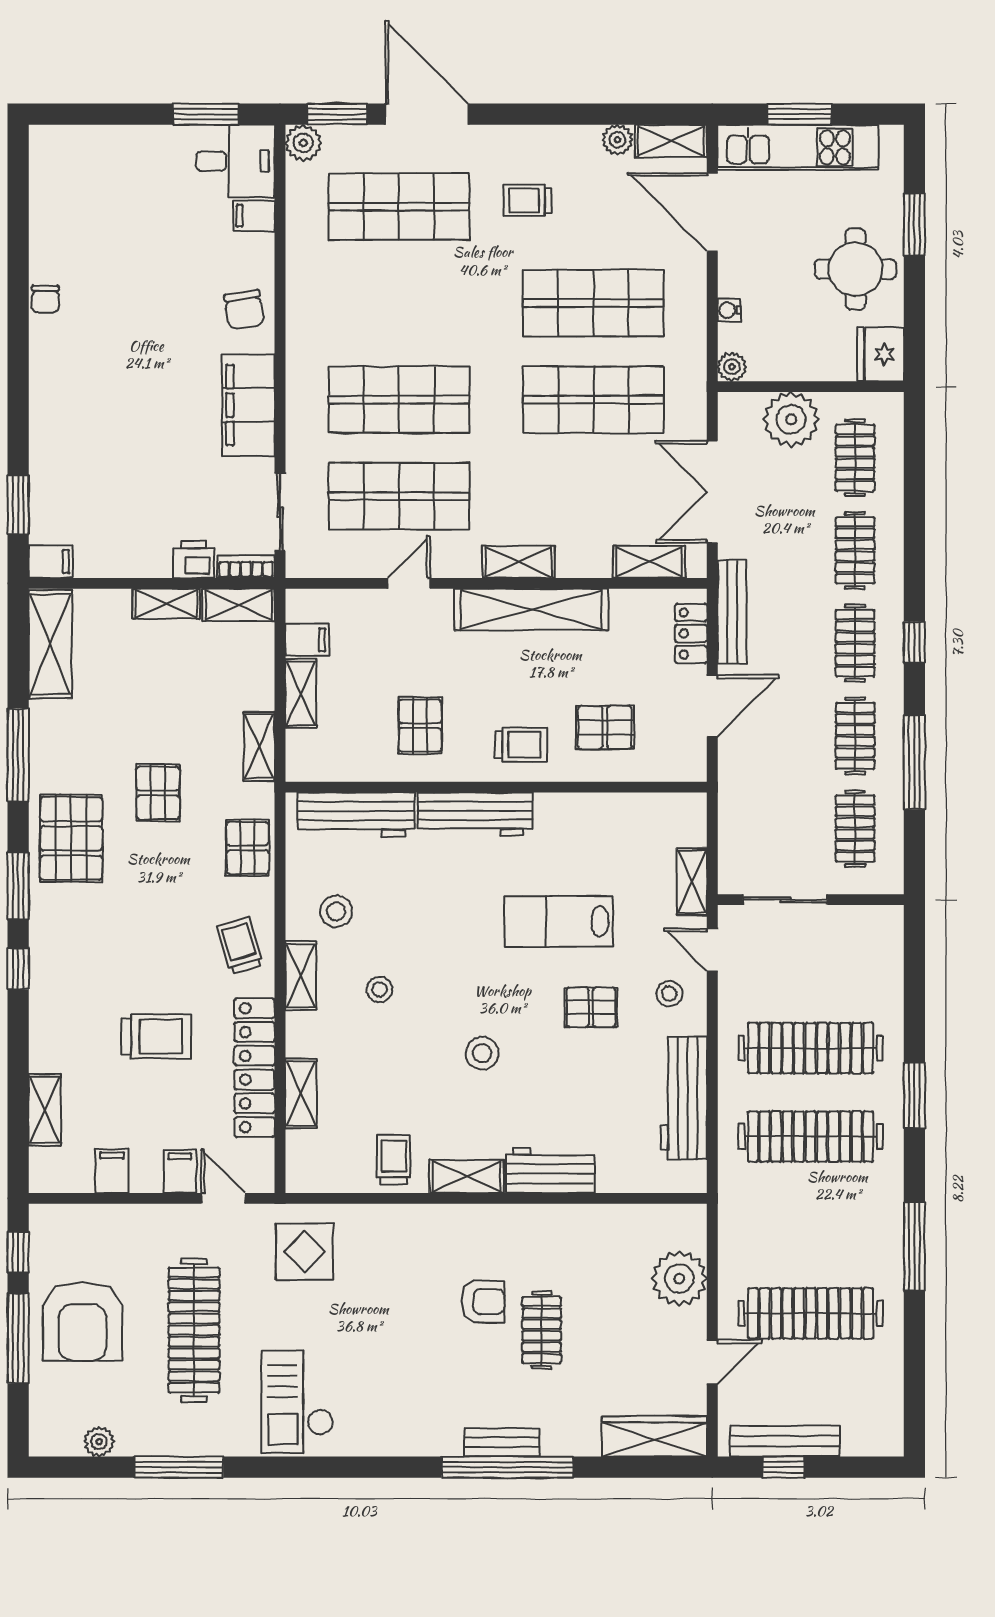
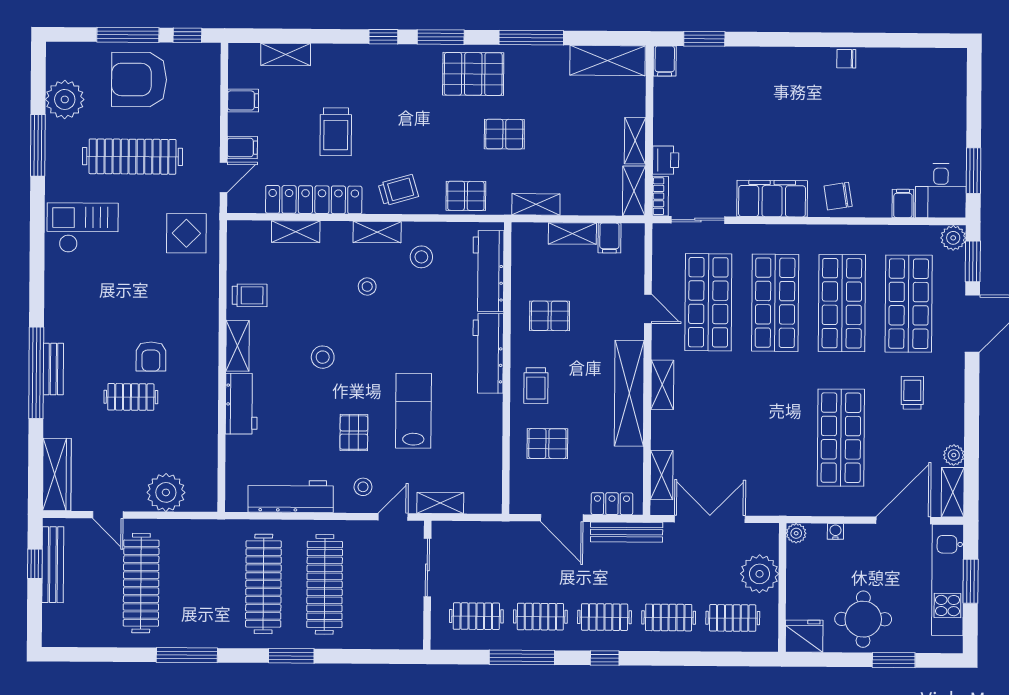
shop shelf: (593, 400) -> (842, 303), moved
pallet: (605, 727) -> (547, 444), turned 90
plant: (99, 1442) -> (65, 99), width x1.87, depth x1.87

